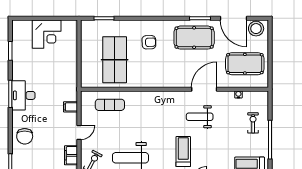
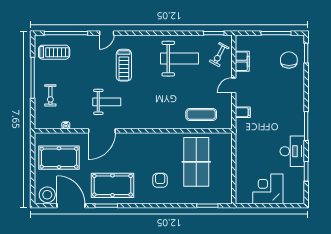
armchair: (149, 42) -> (160, 180), turned 92
desk: (23, 95) -> (292, 151), moved
chair: (25, 136) -> (289, 60), moved

